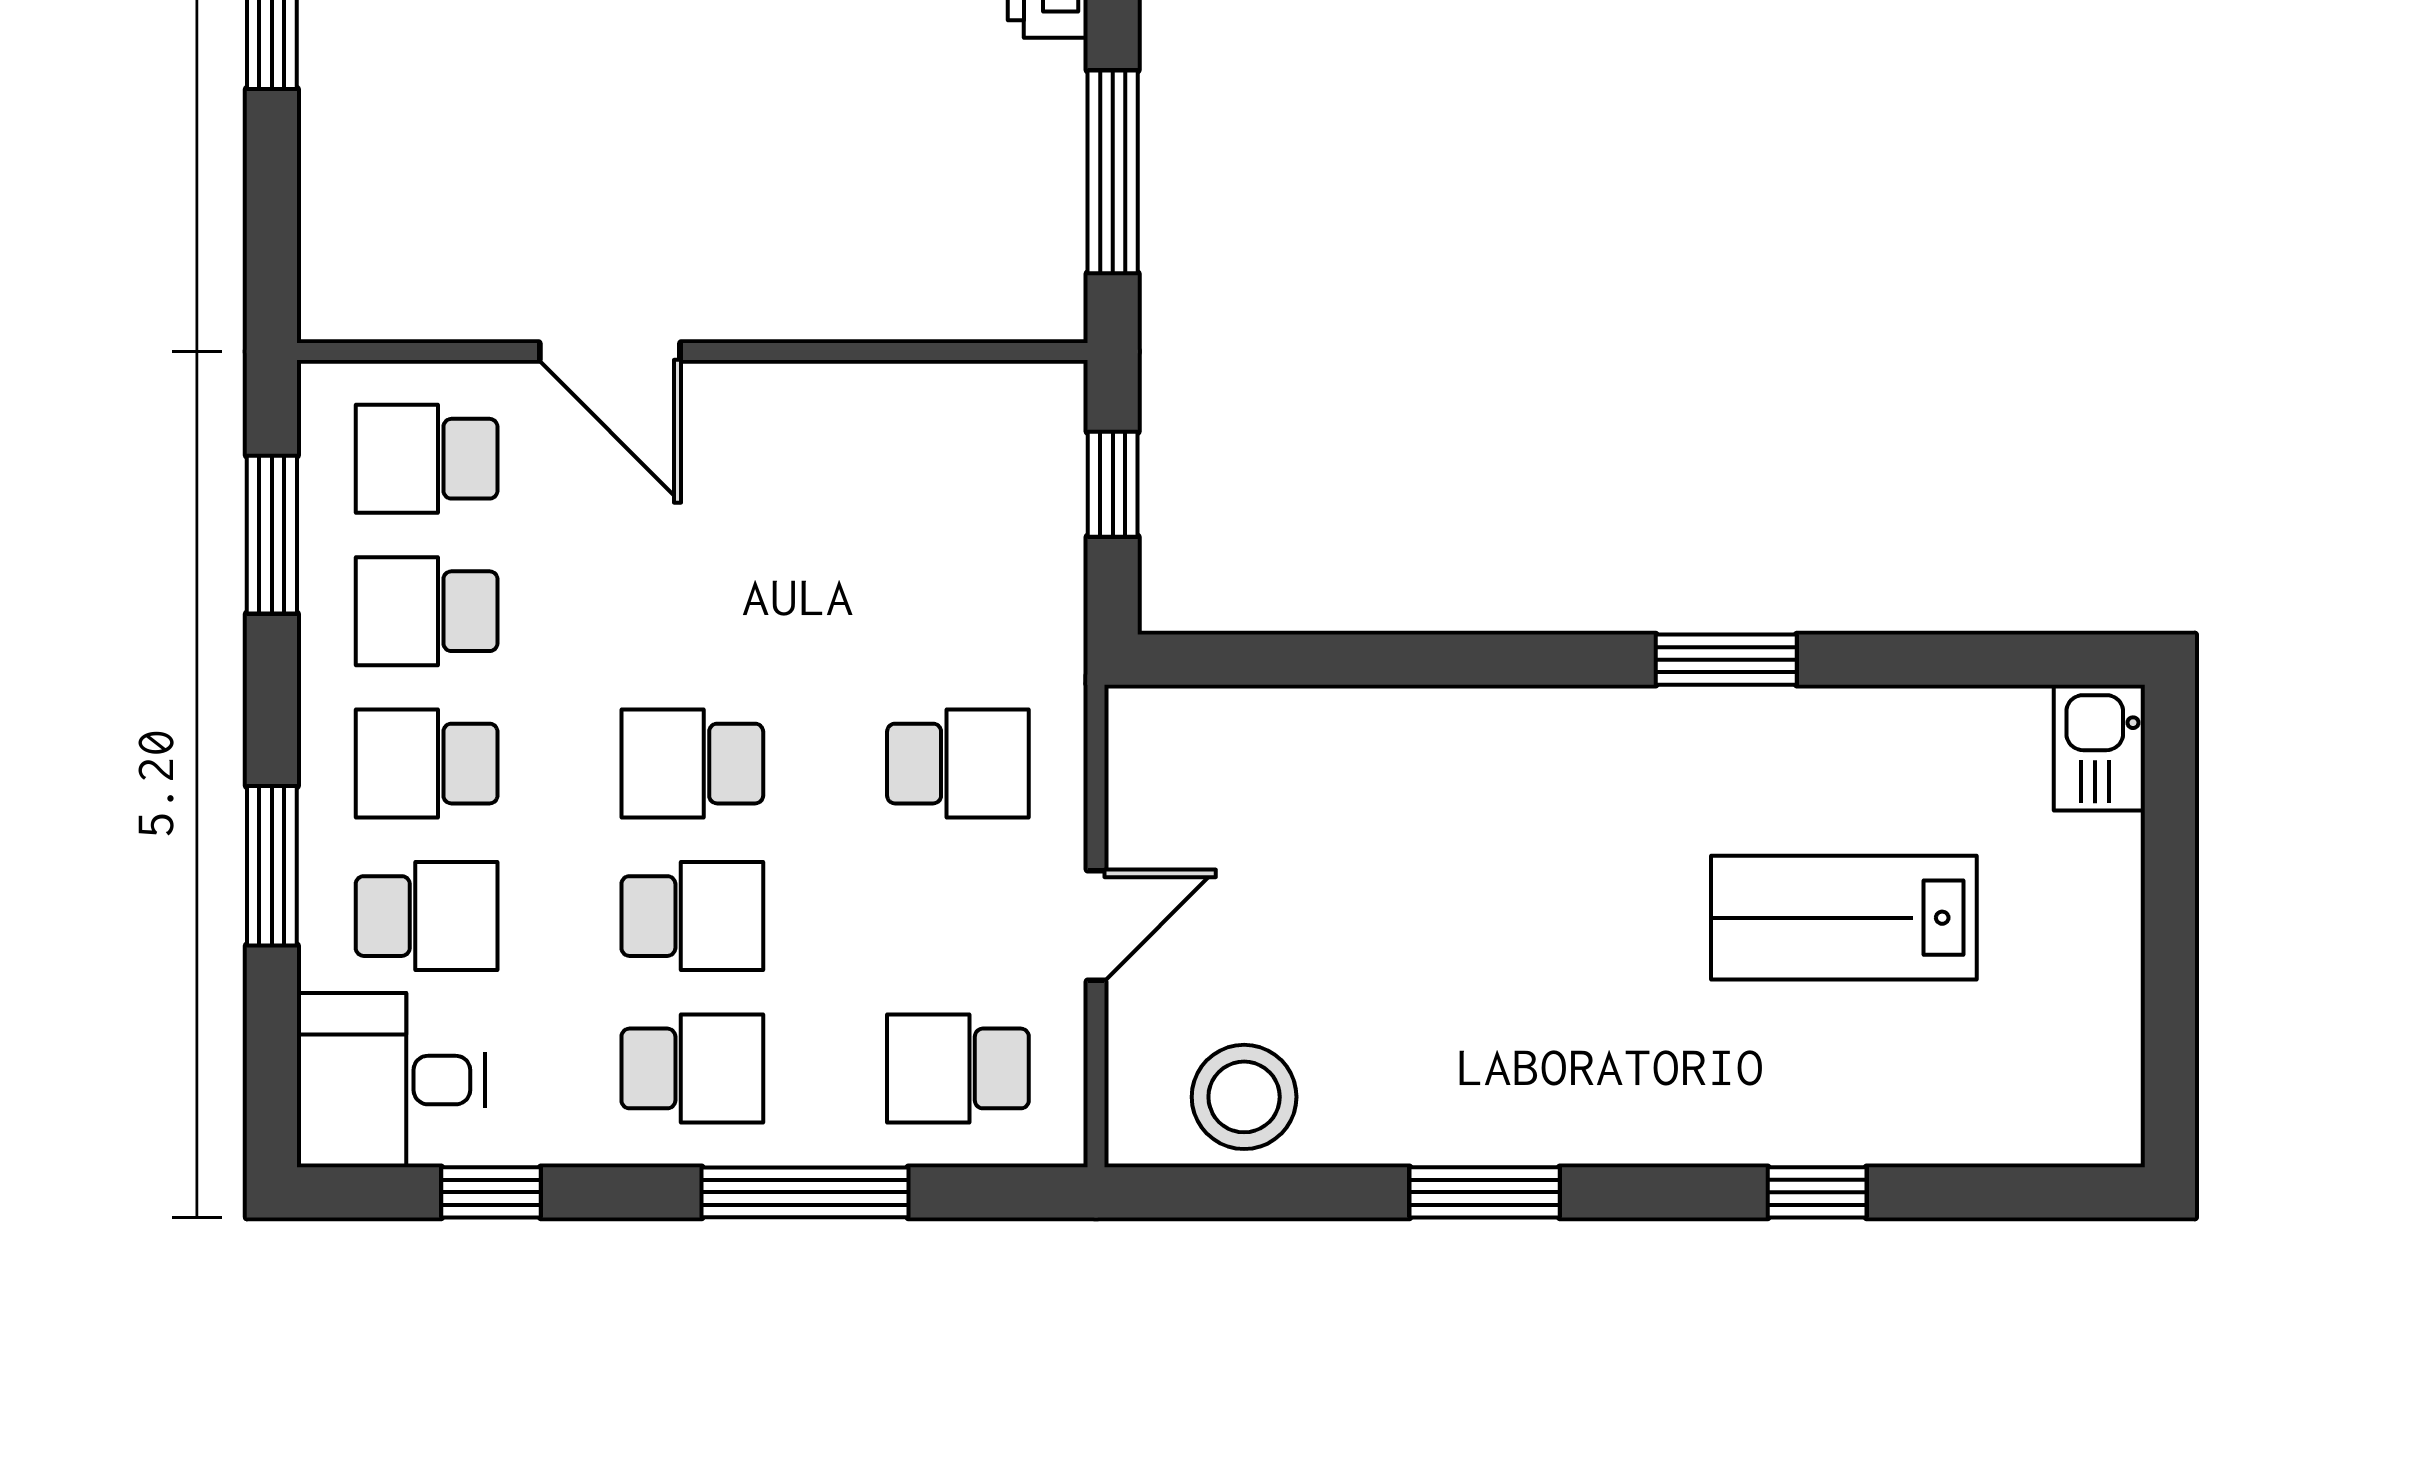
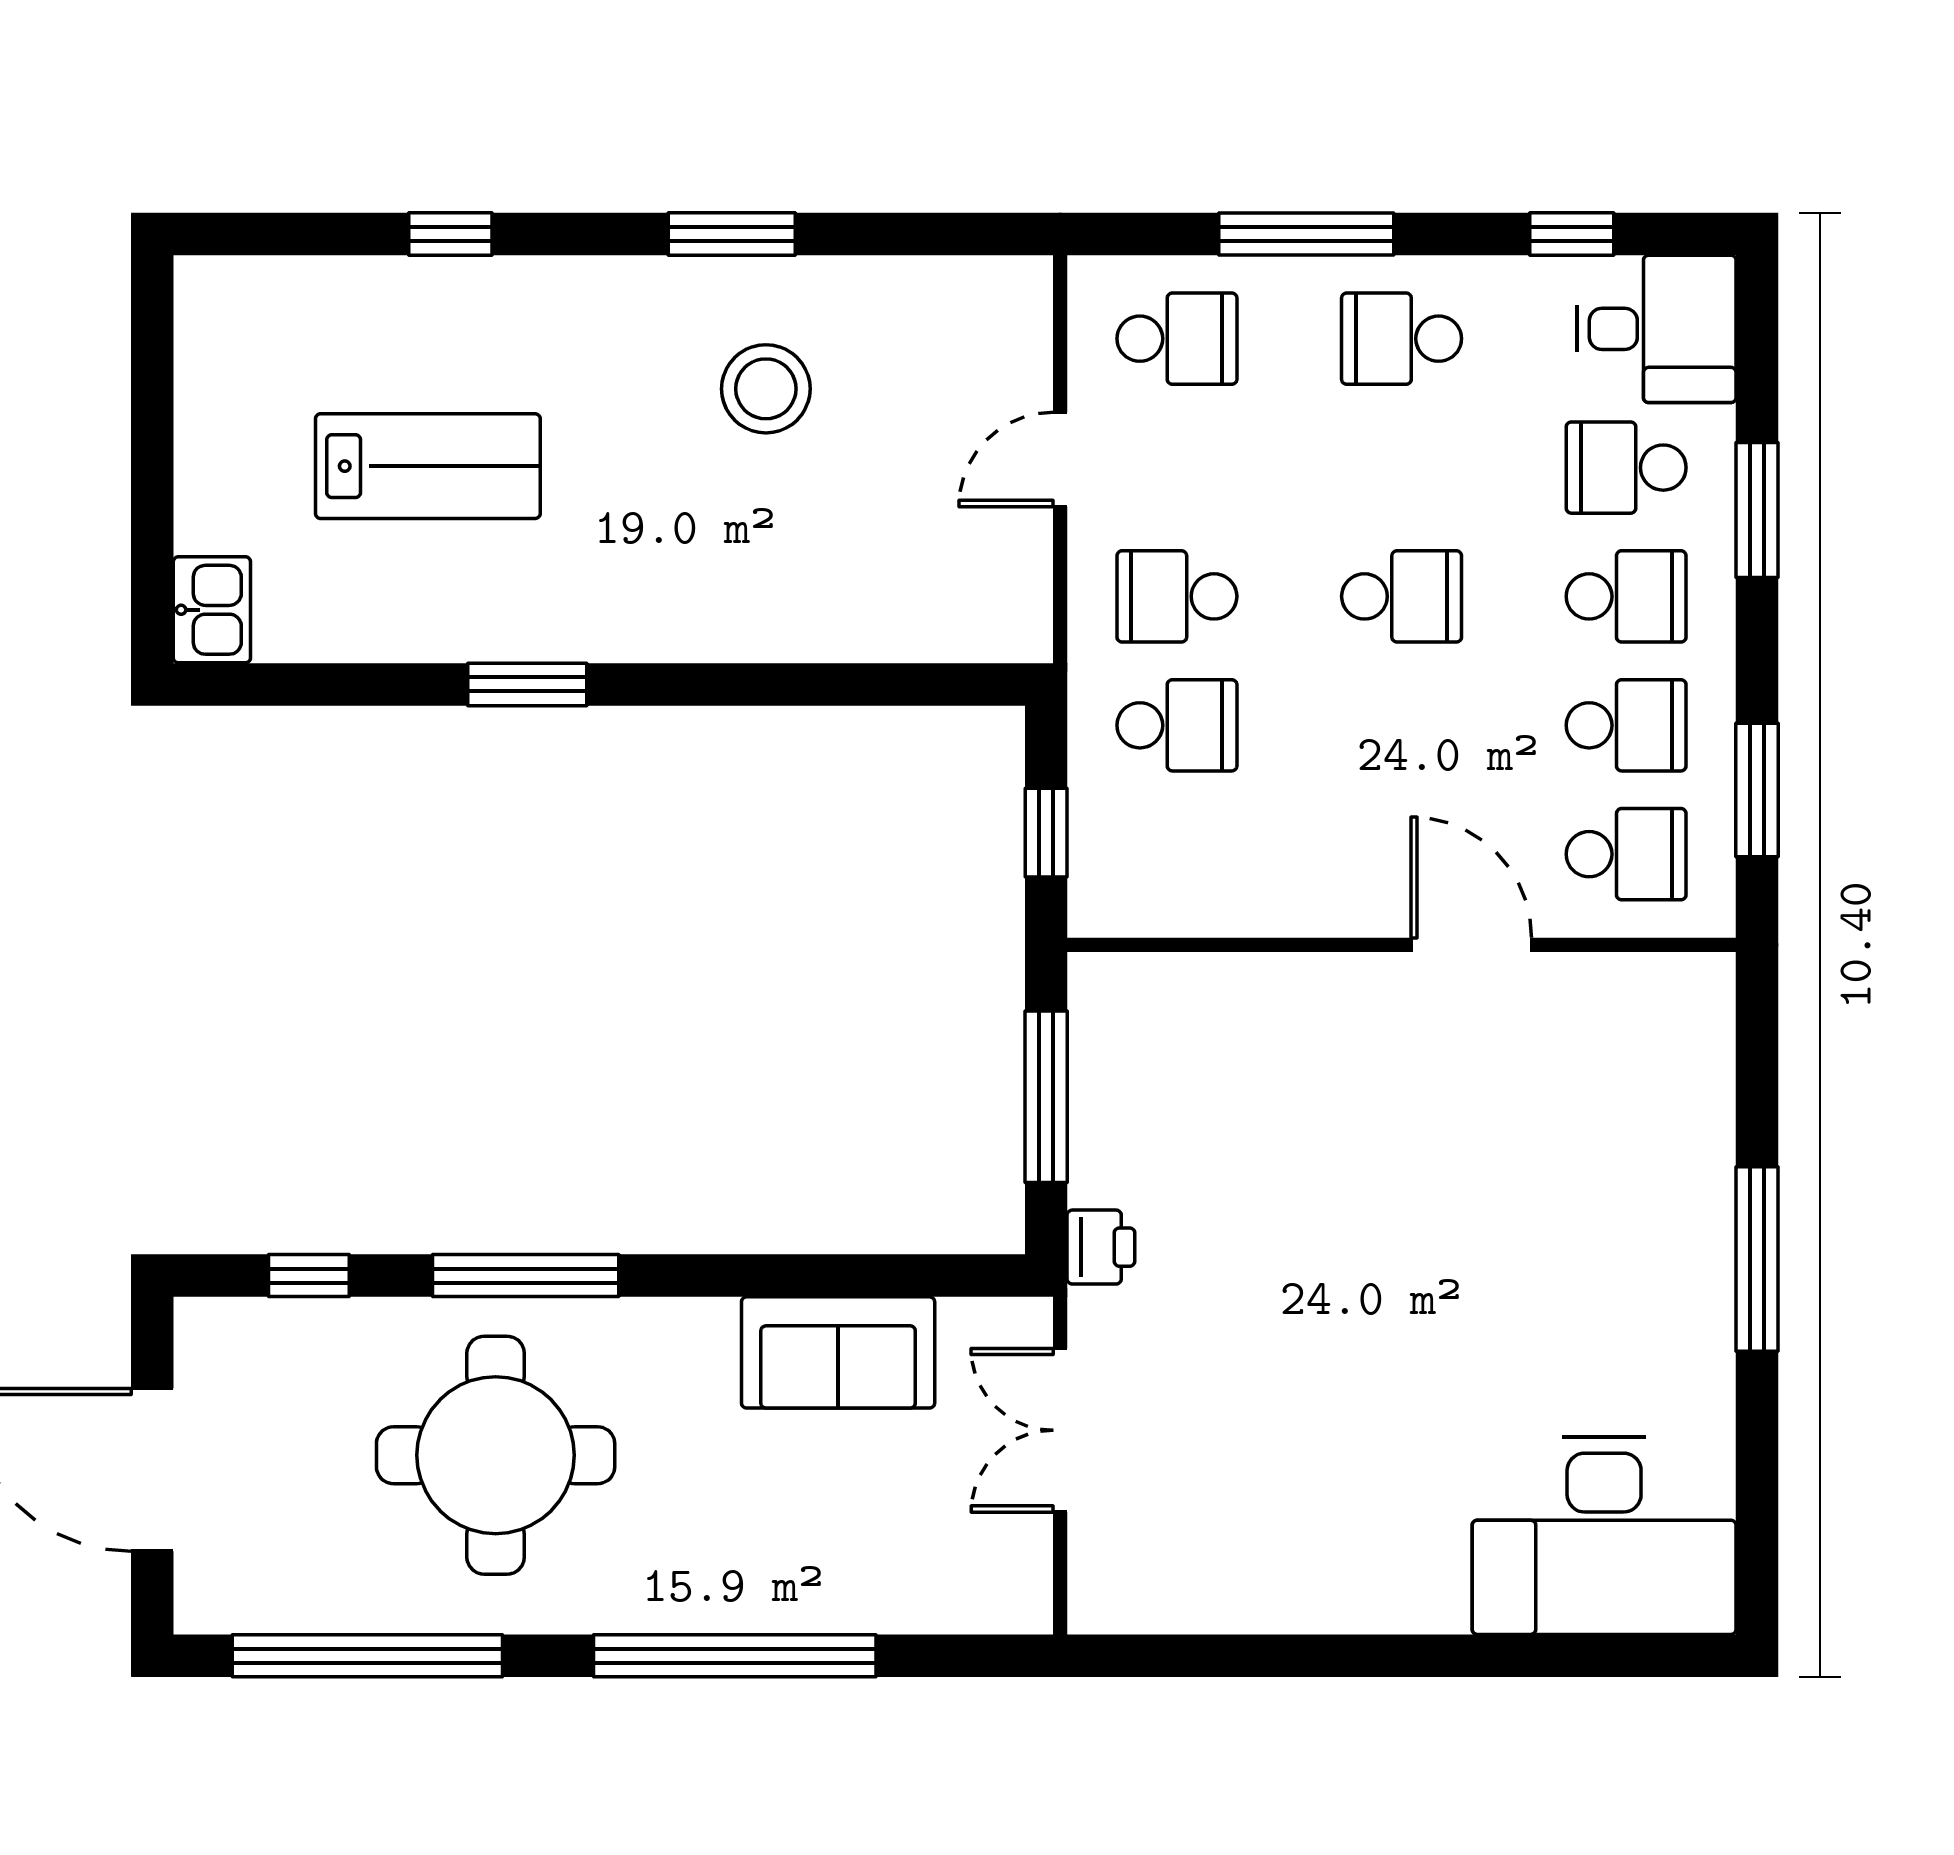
school desk: (692, 916) -> (1177, 725), moved, turned 180
stool: (1244, 1097) -> (766, 389), moved

